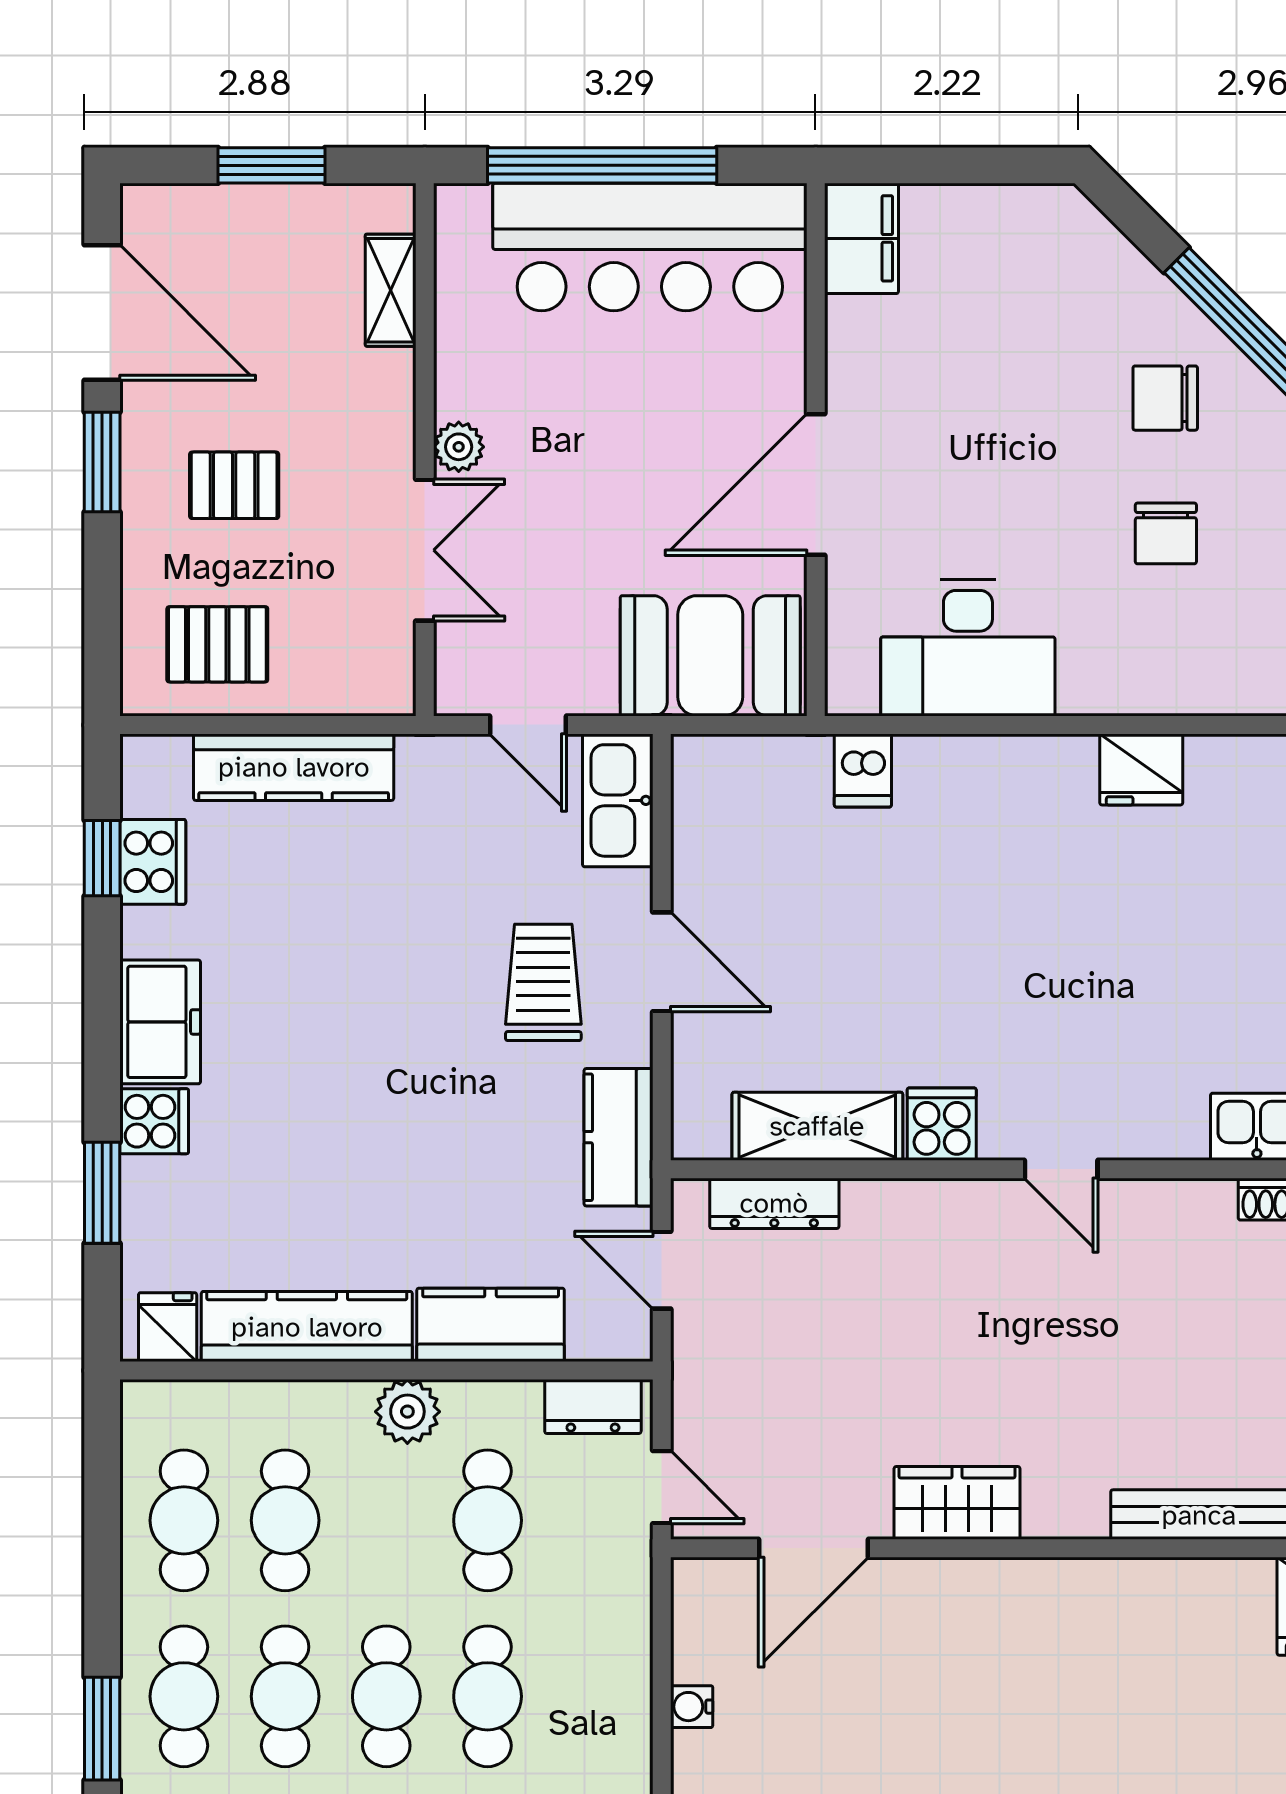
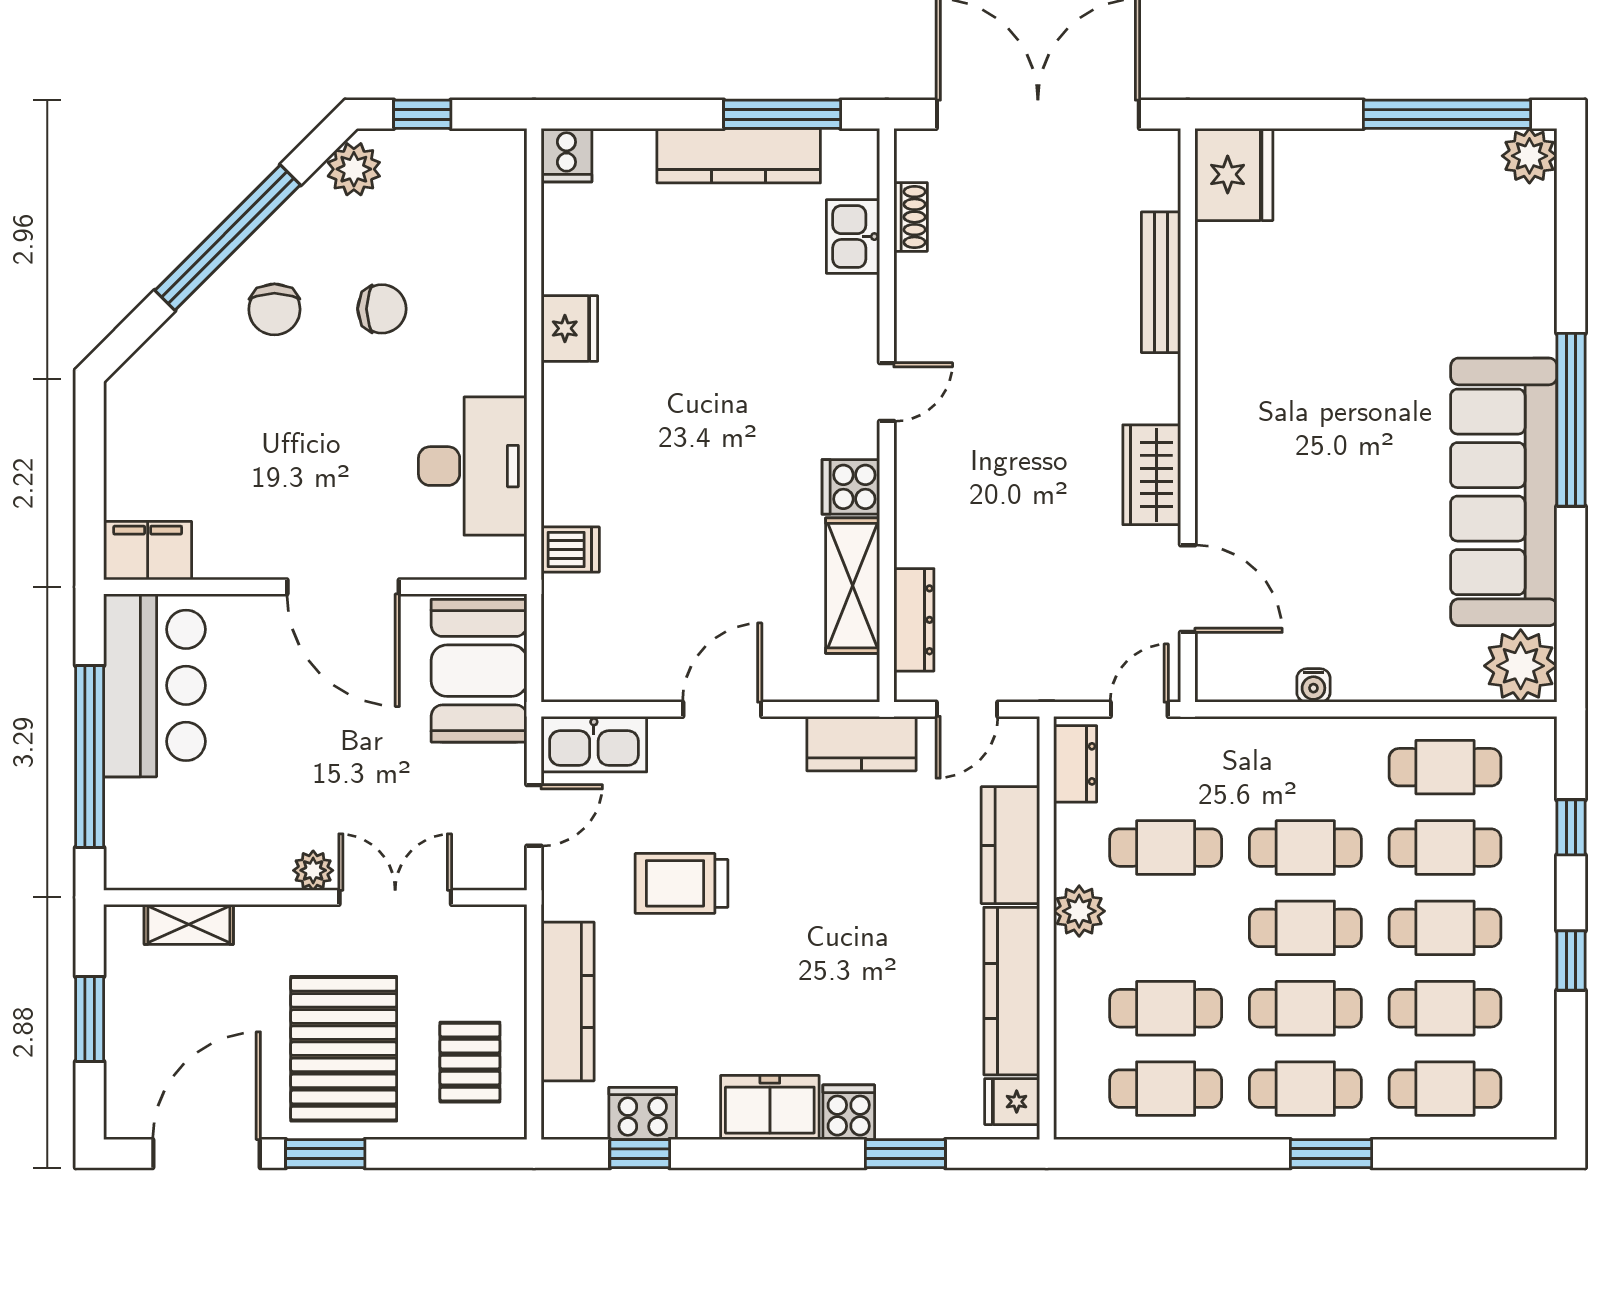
bar counter: (650, 247) -> (155, 685), width x0.73
pallet: (234, 485) -> (344, 1049), width x2.05, depth x2.00
trolley: (543, 982) -> (681, 883), moved

